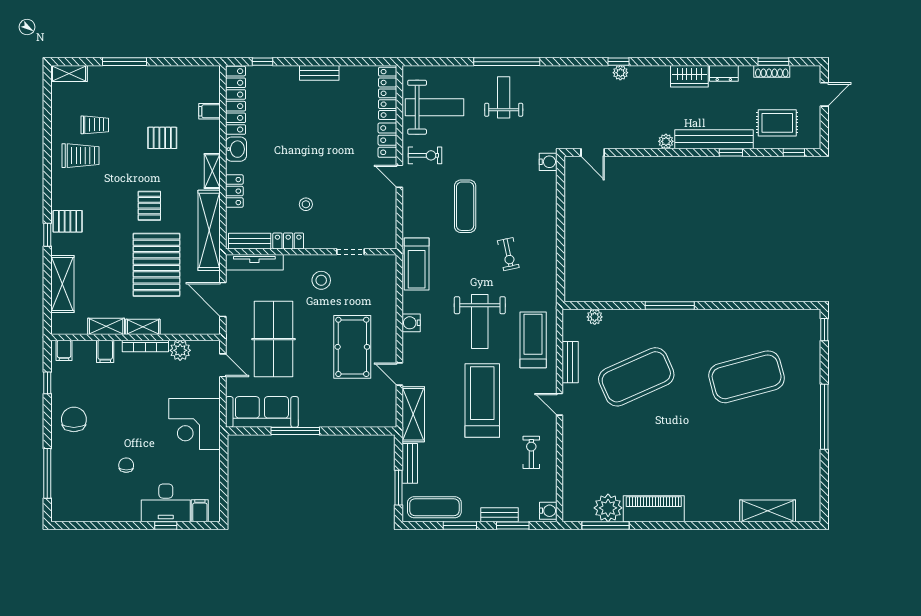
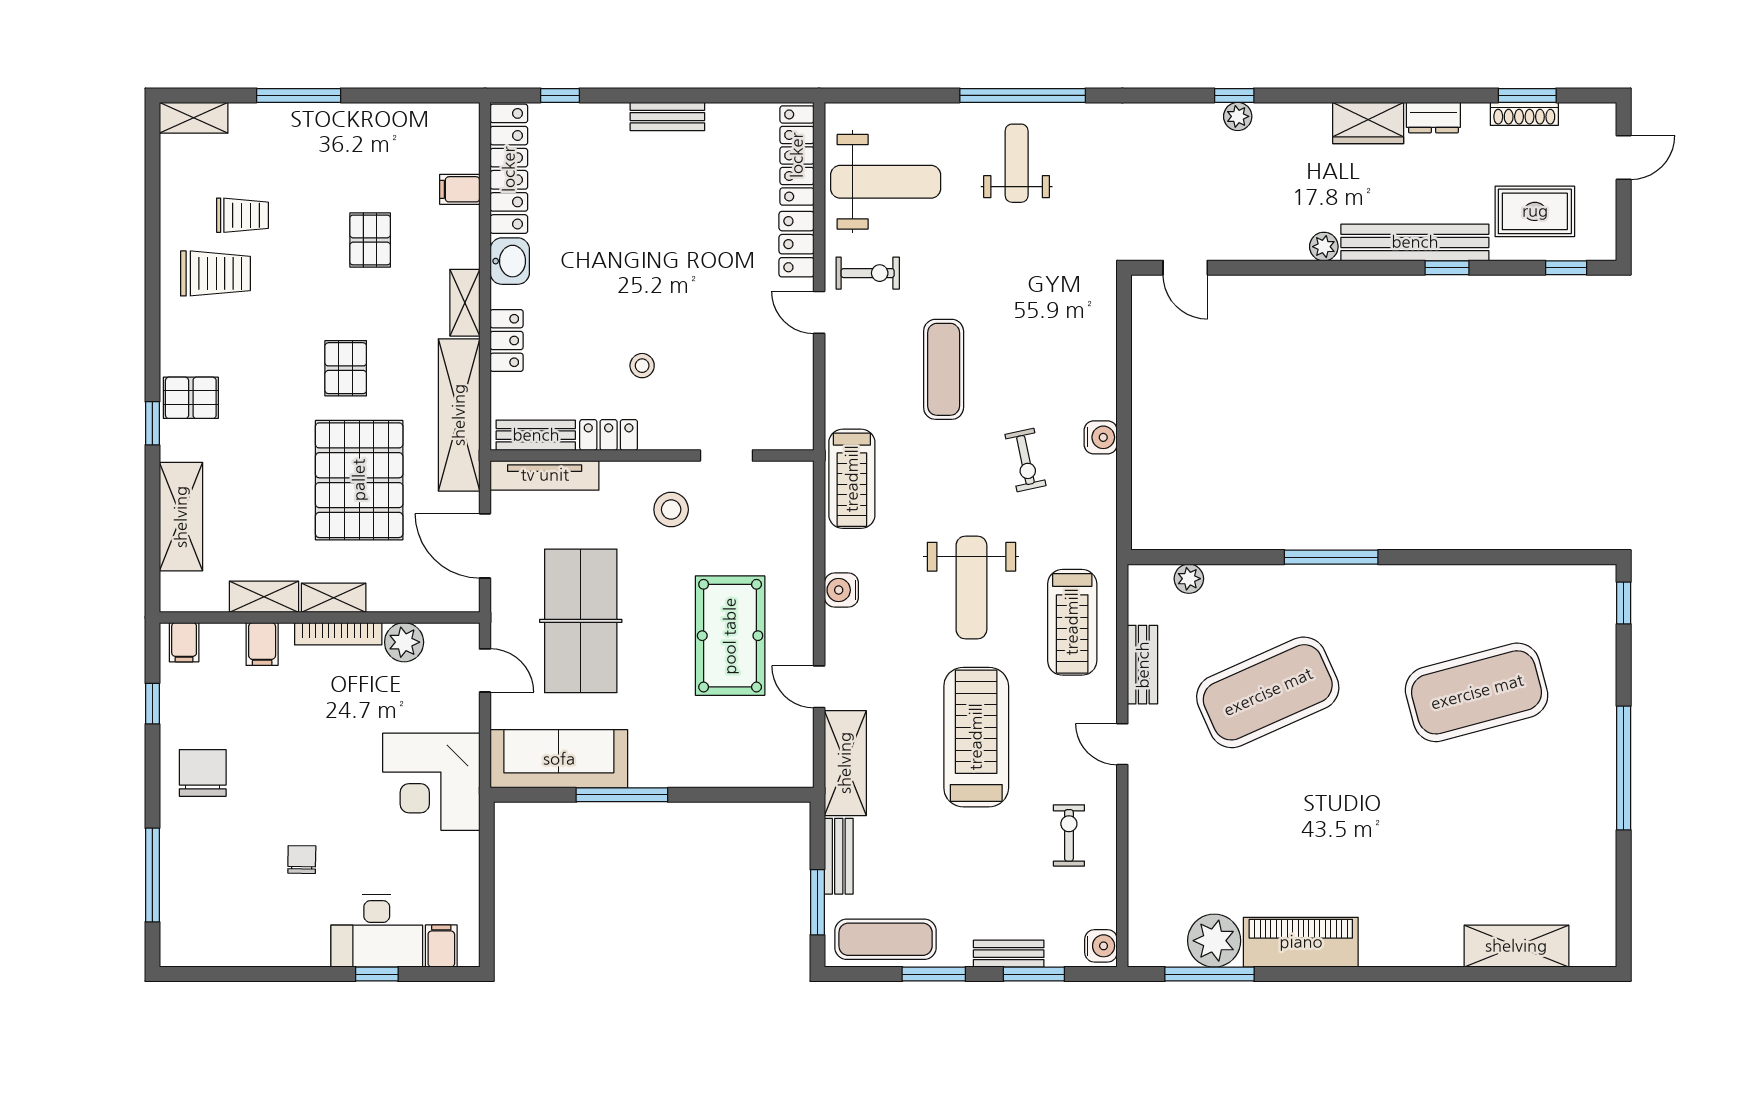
pallet: (162, 138) -> (370, 240), turned 90
water cooler: (548, 162) -> (1101, 437), moved
treadmill: (533, 340) -> (1072, 622), turned 180

